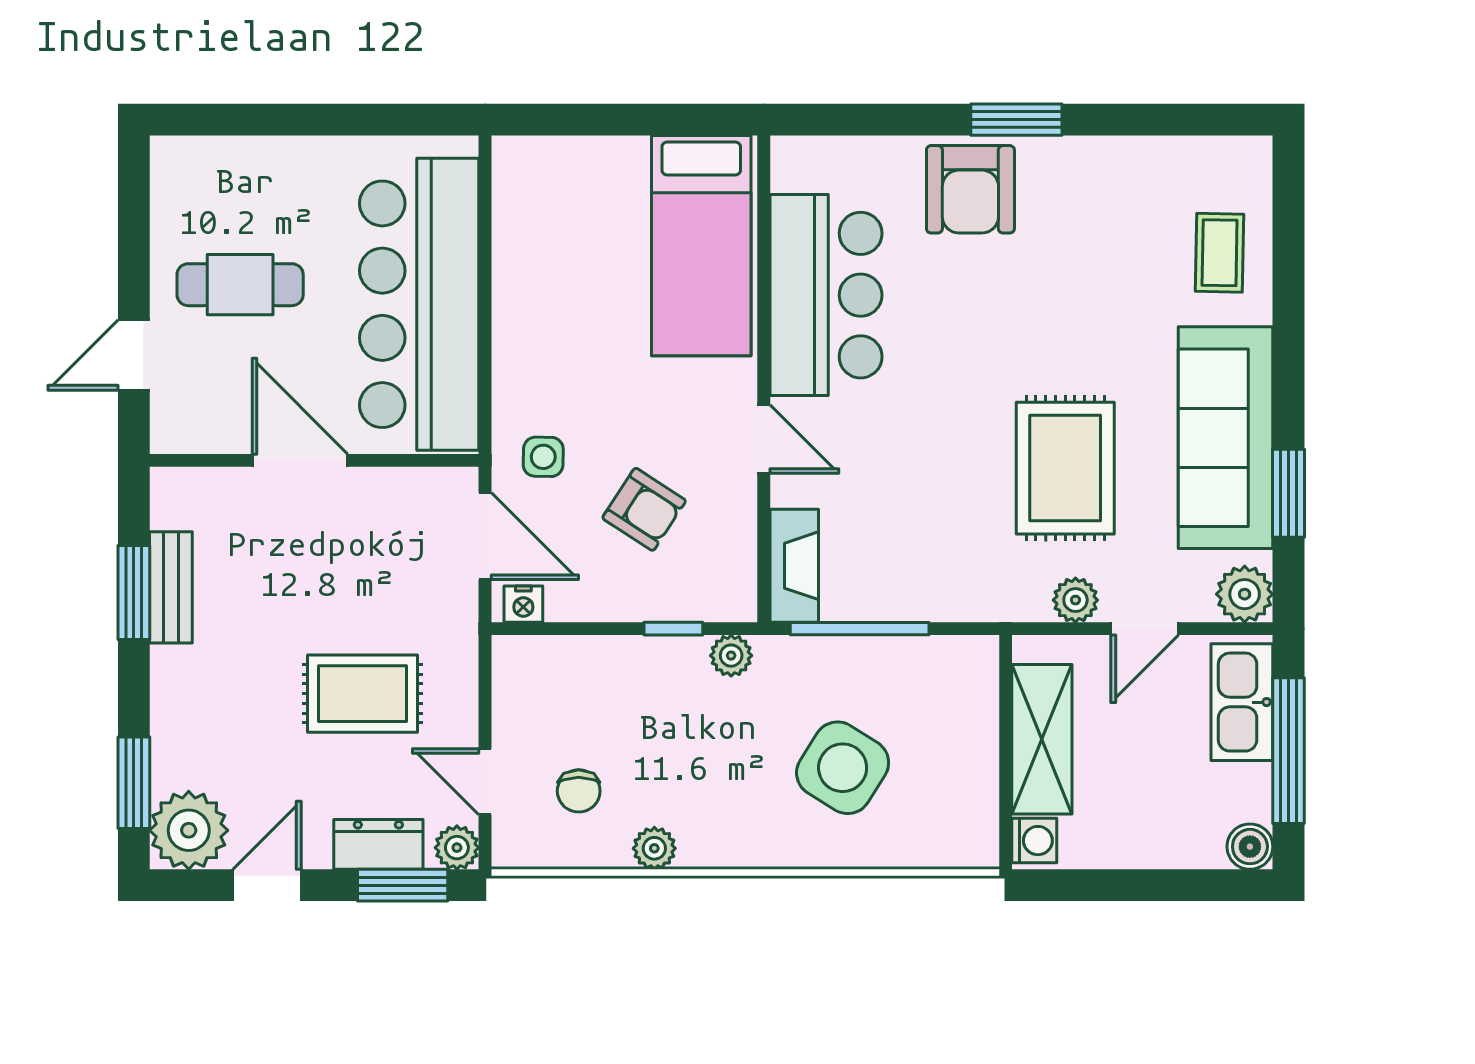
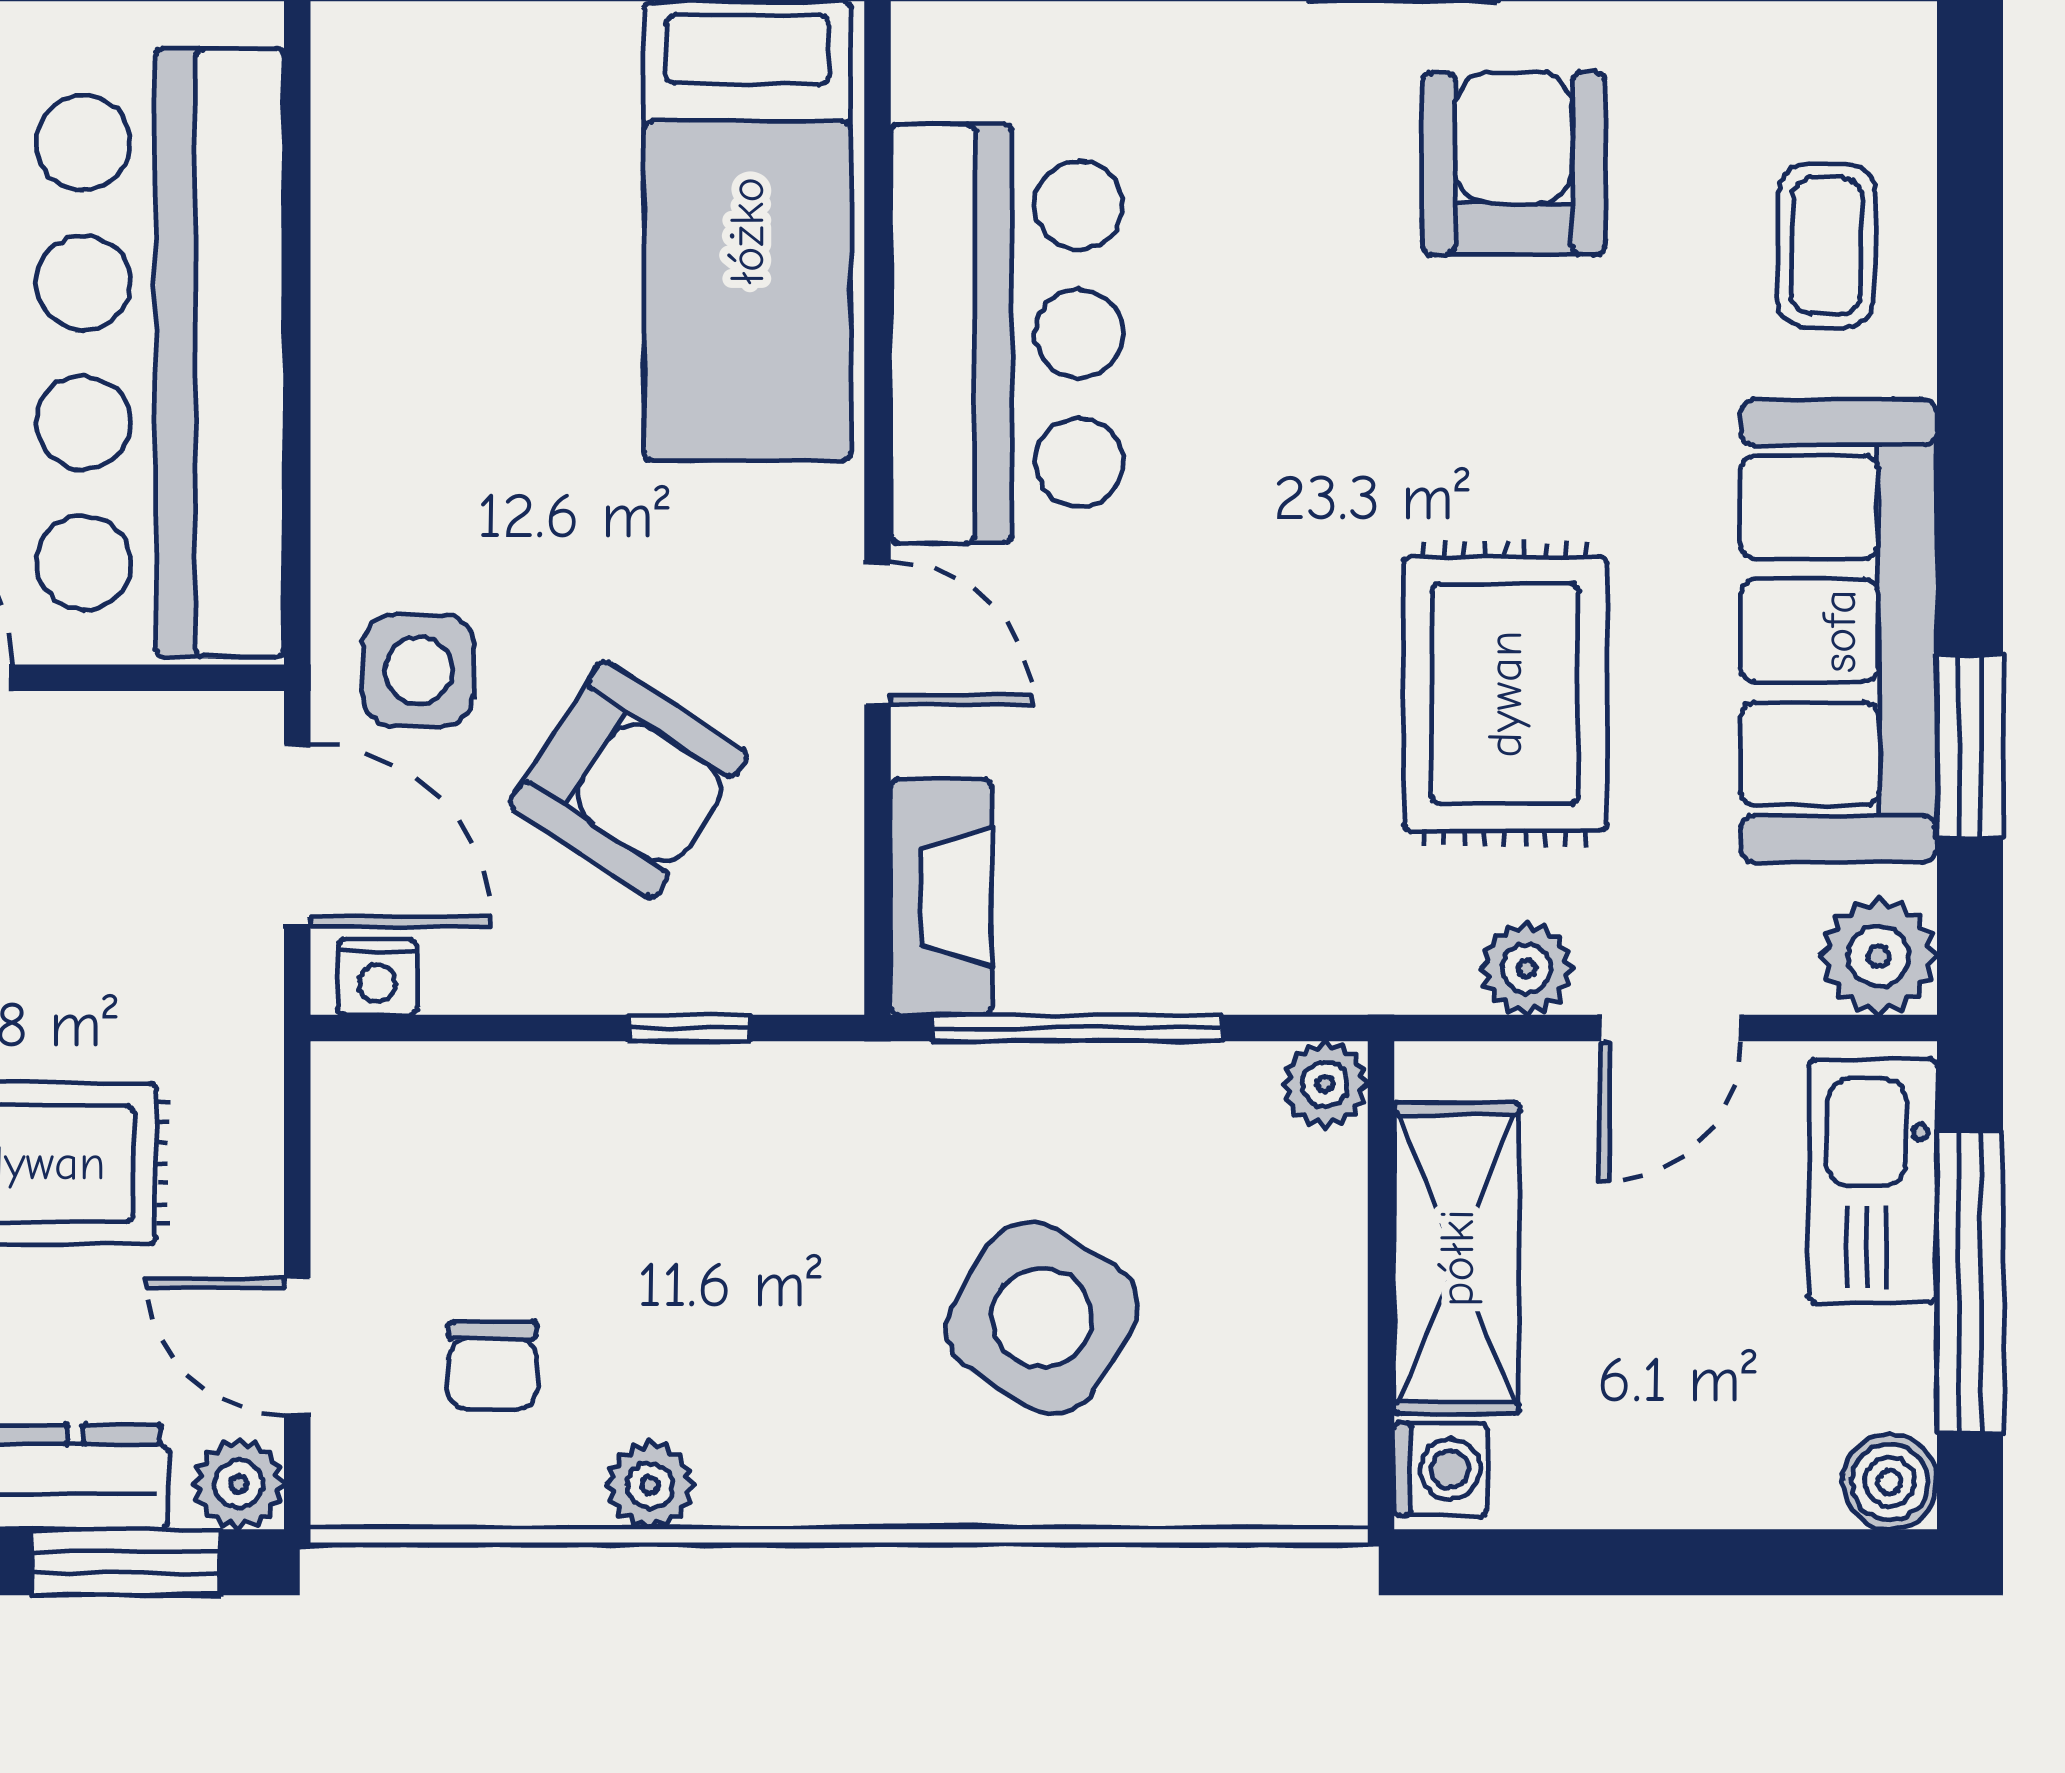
armchair: (970, 189) -> (1514, 163), moved, turned 180
side table: (543, 457) -> (418, 670), width x1.37, depth x1.37
armchair: (644, 509) -> (628, 780), width x1.38, depth x1.38
plant: (731, 656) -> (1325, 1084), moved

